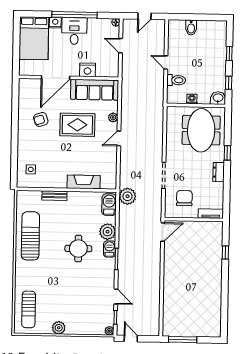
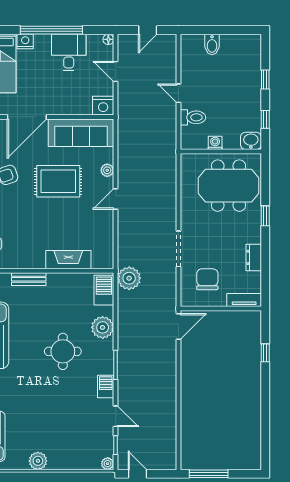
desk: (74, 31) -> (69, 53), moved
nightstand: (88, 70) -> (103, 106), moved
meeting table: (201, 130) -> (229, 186), turned 90
dresser: (219, 172) -> (254, 257), moved
barbecue: (109, 249) -> (106, 387), moved

